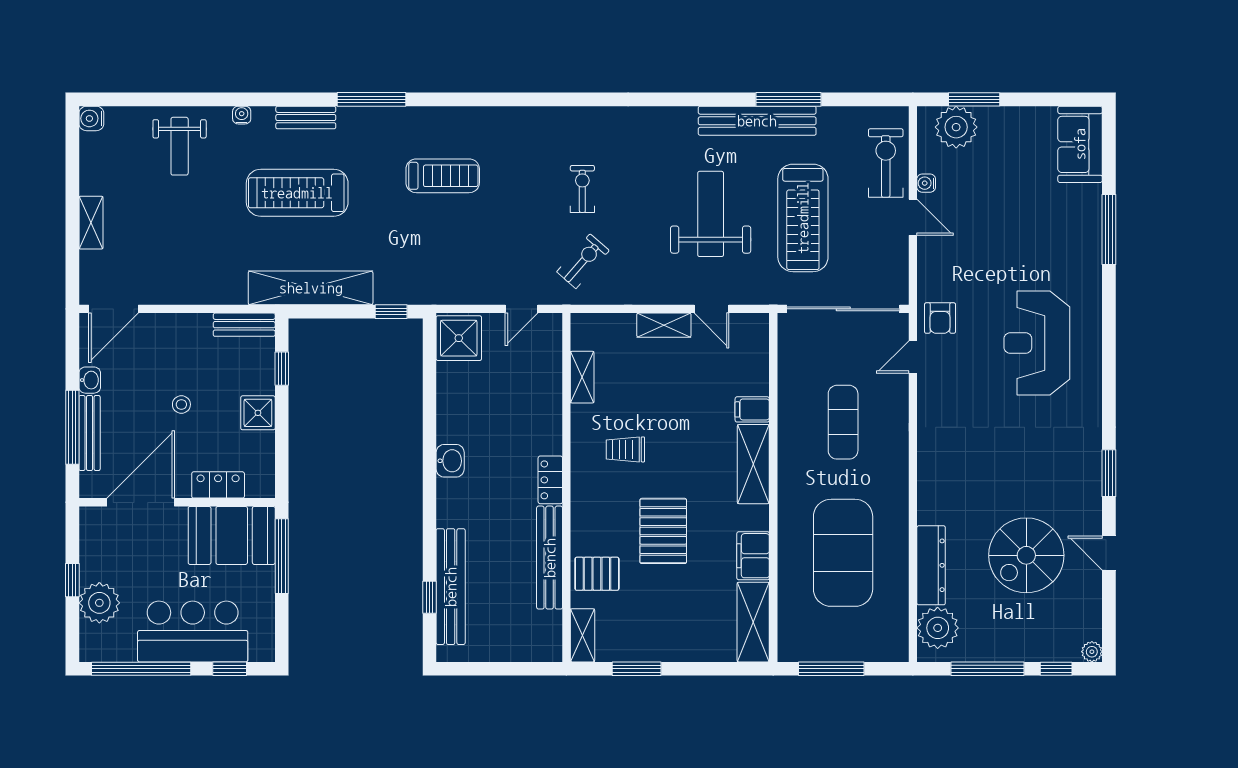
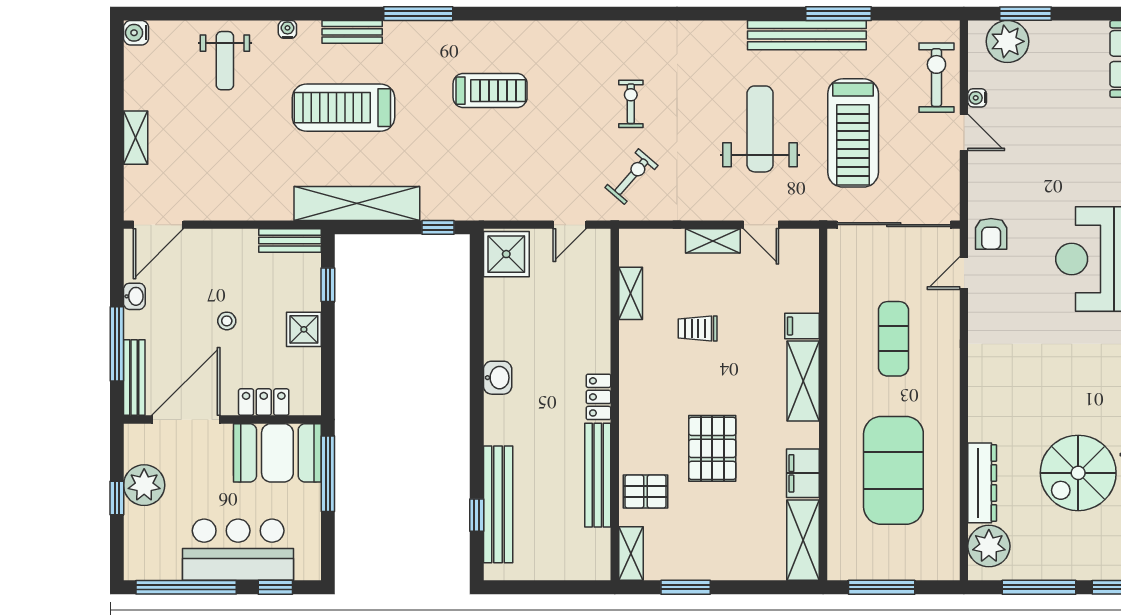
bench: (90, 433) -> (134, 377), moved
trolley: (625, 449) -> (698, 329), moved
plant: (99, 603) -> (144, 485), moved

